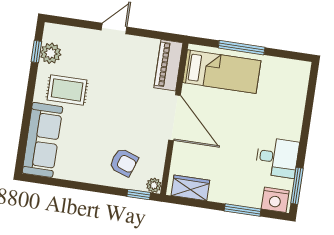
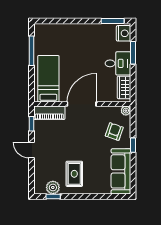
window: (155, 35) -> (31, 124), added
window: (242, 48) -> (31, 51), moved
sofa: (42, 140) -> (121, 171), moved, turned -90
desk: (277, 157) -> (118, 63), moved, turned 90
window: (139, 195) -> (133, 145), moved

